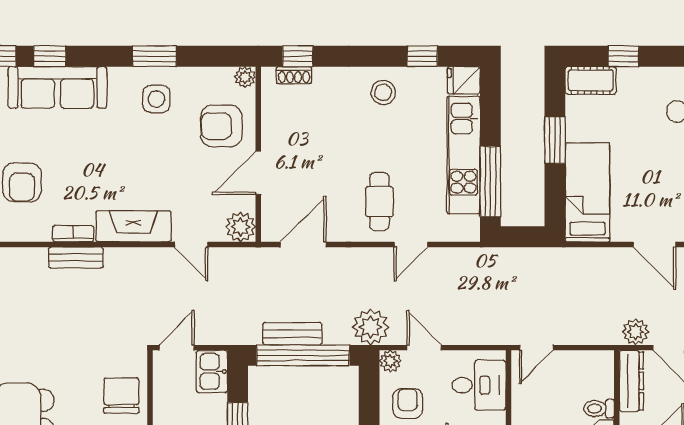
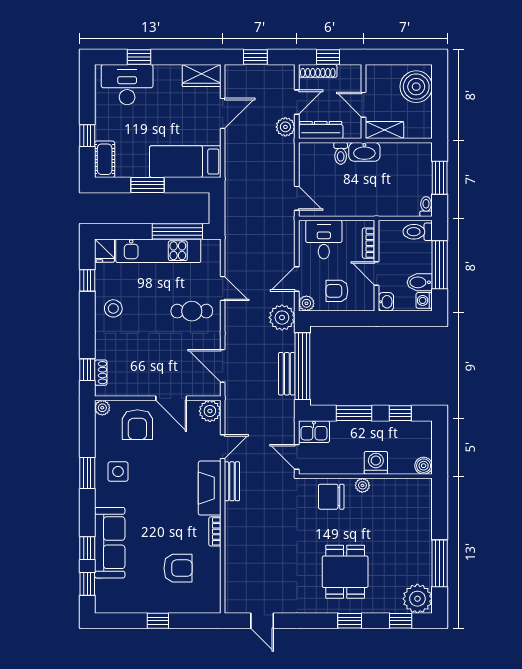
bench: (76, 257) -> (232, 481), moved

